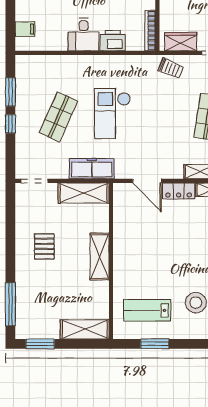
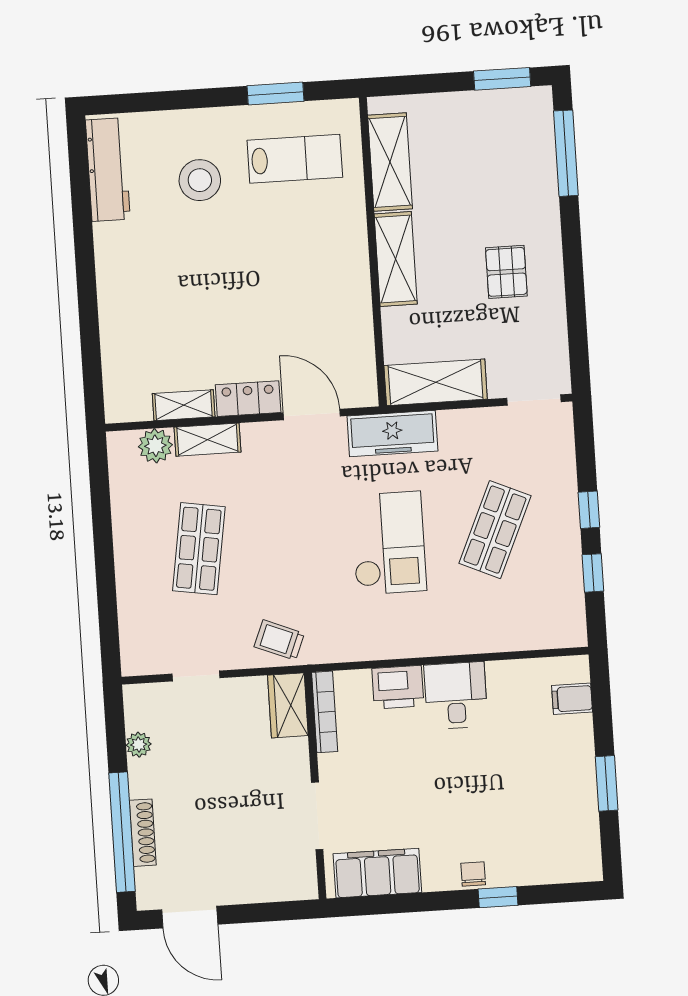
wardrobe: (181, 42) -> (288, 705), moved, turned 90
window: (10, 92) -> (593, 573), width x0.67
freezer: (92, 169) -> (392, 434), moved
shelving: (85, 329) -> (390, 162), moved, turned 90

